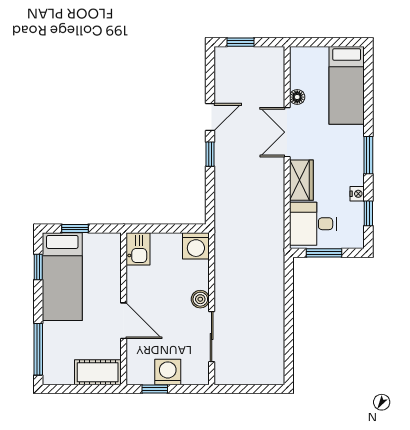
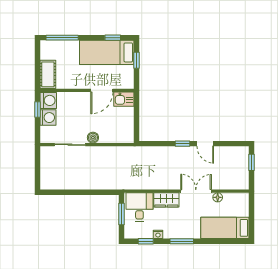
washing machine: (196, 246) -> (48, 100), moved, turned 180
door: (124, 321) -> (102, 90), moved

